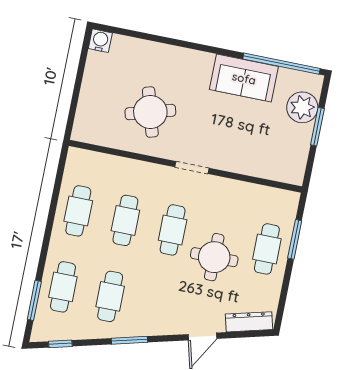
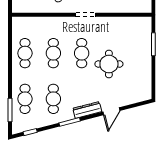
cafe table: (267, 249) -> (138, 53), removed
dresser: (249, 322) -> (87, 110), moved

